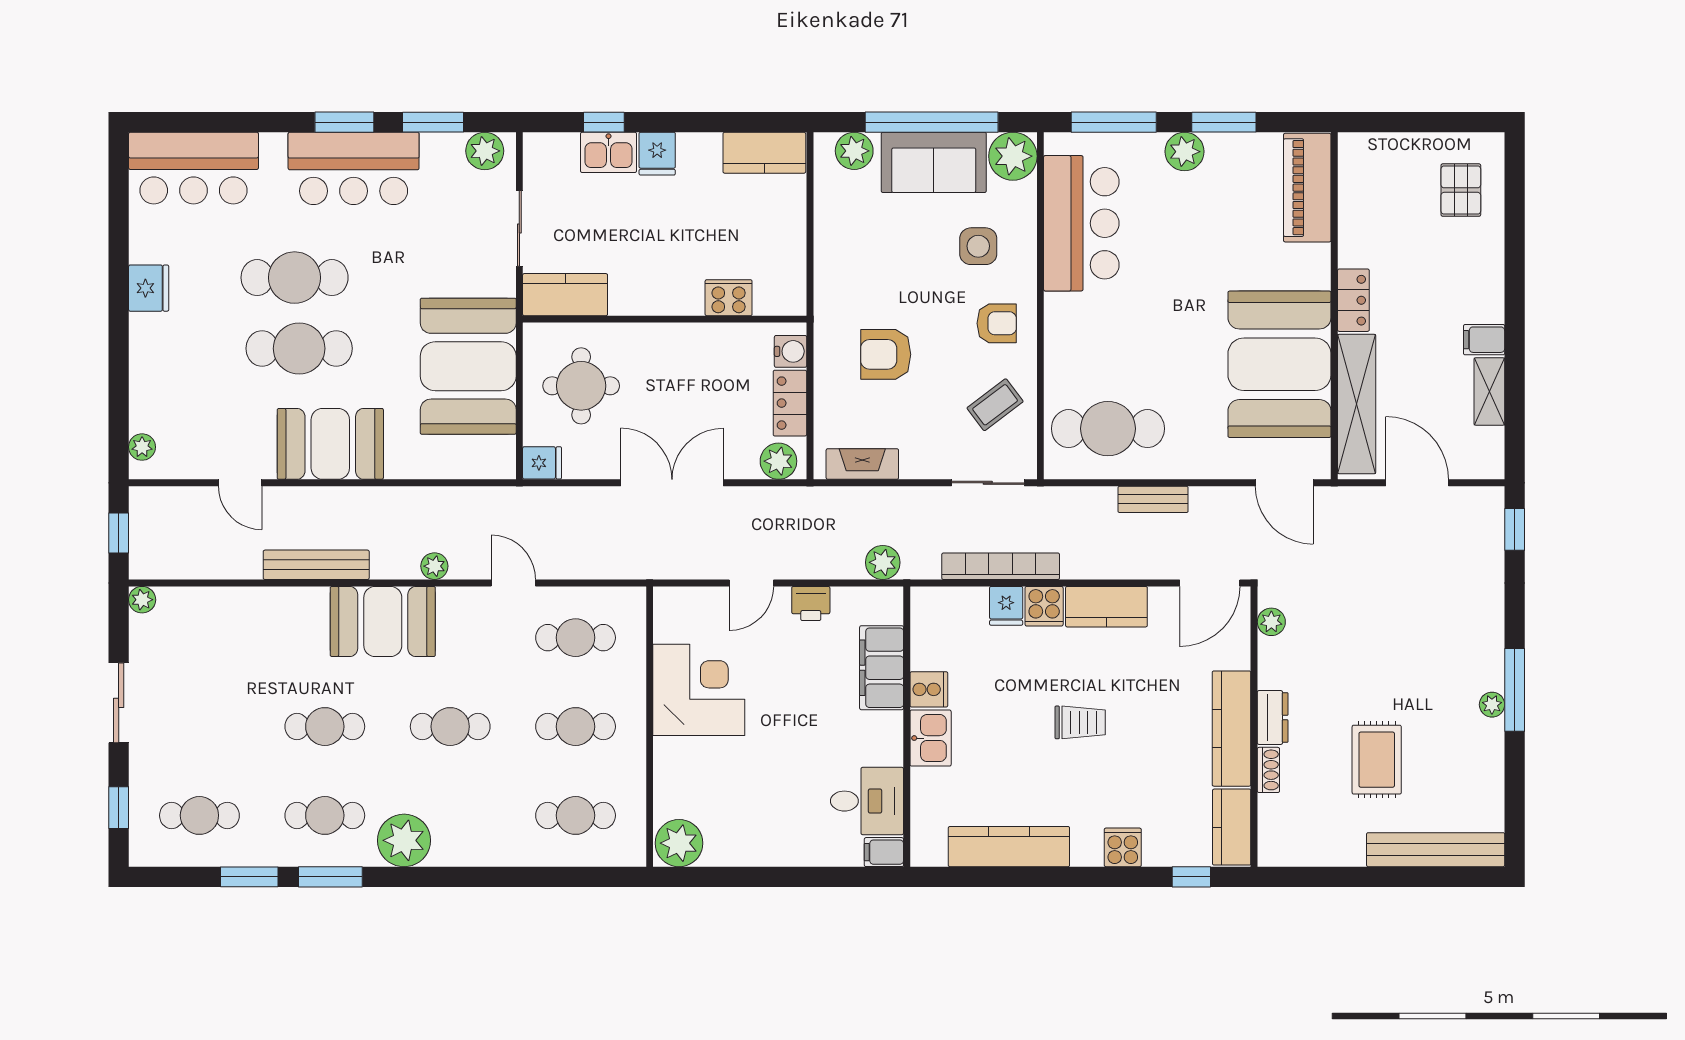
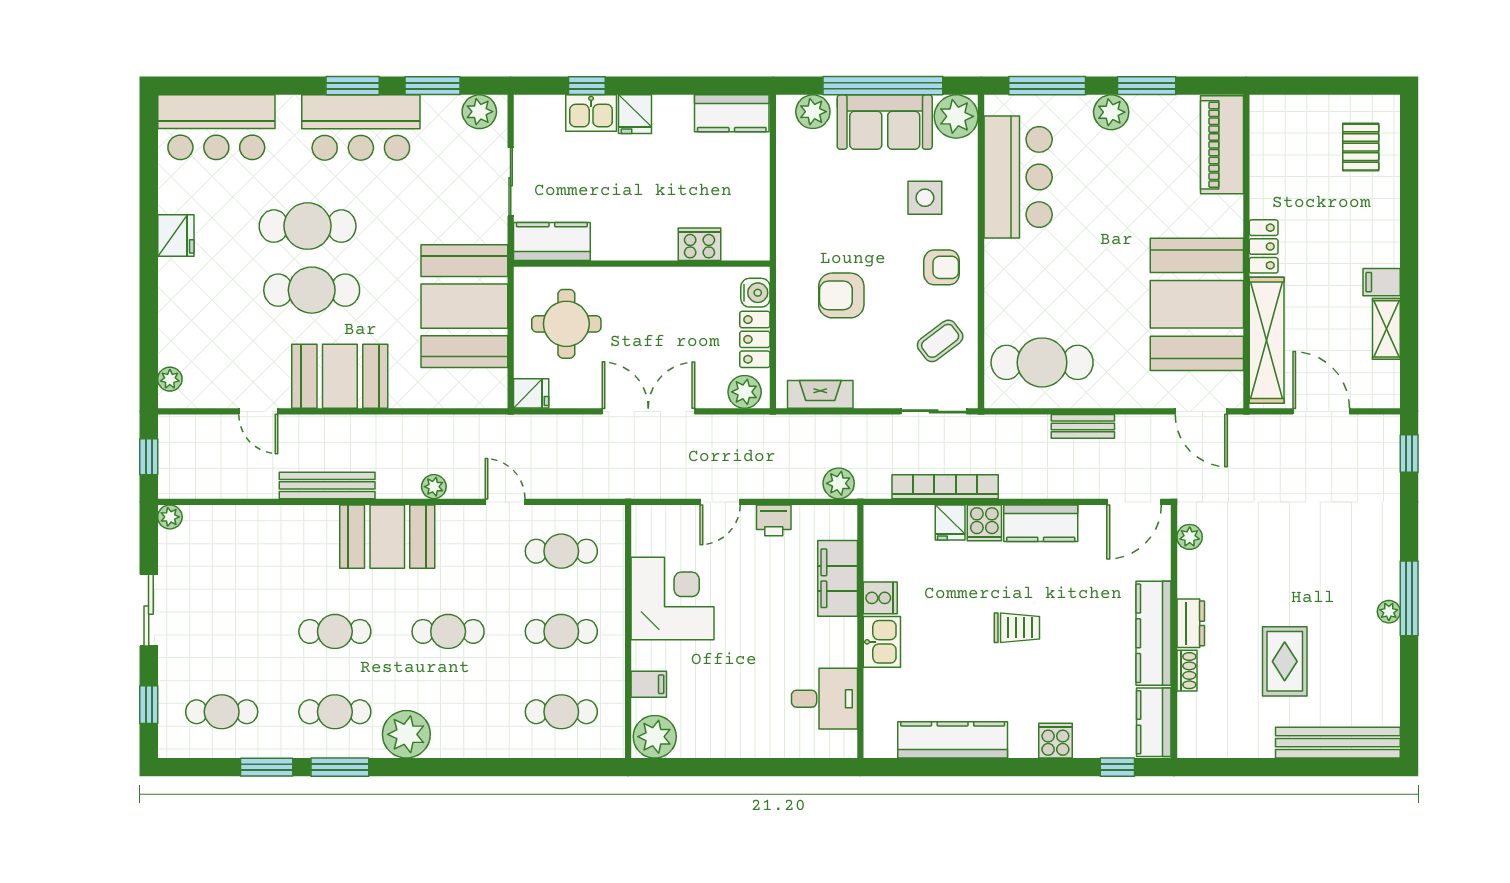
filing cabinet: (884, 852) -> (649, 684), moved, turned 180

